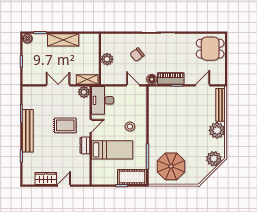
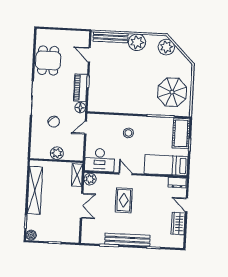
shelving: (63, 40) -> (35, 190), width x1.47
dining table: (210, 49) -> (48, 60), moved
double door: (58, 85) -> (82, 206), swing flipped
dresser: (85, 145) -> (177, 183), moved
bed: (112, 150) -> (166, 165), moved, turned -90

